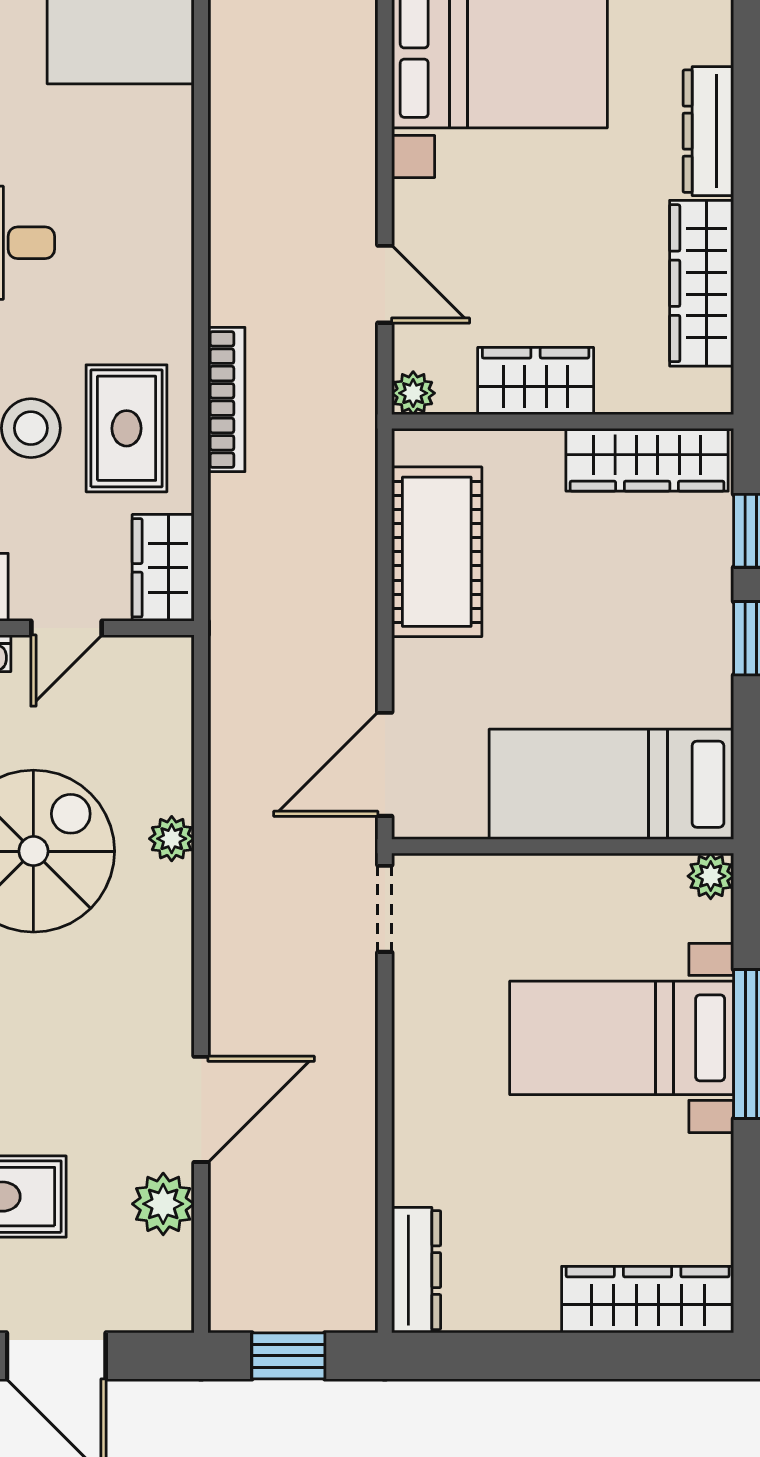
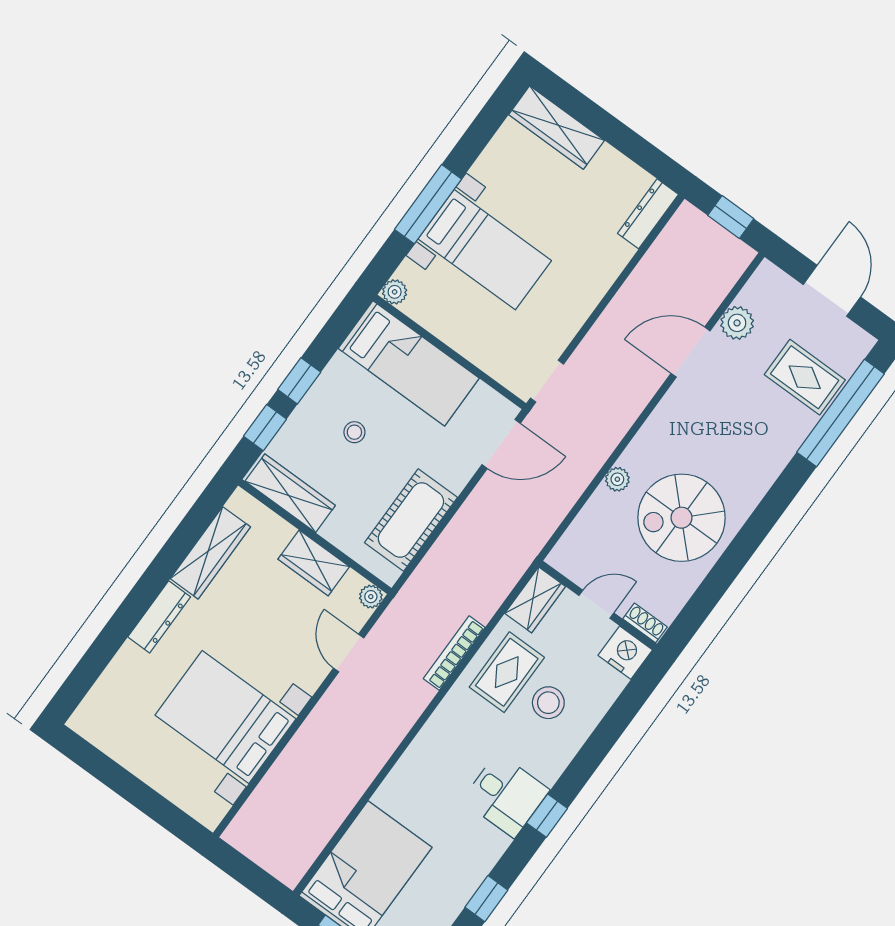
stool: (618, 622) -> (354, 432), added

